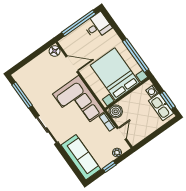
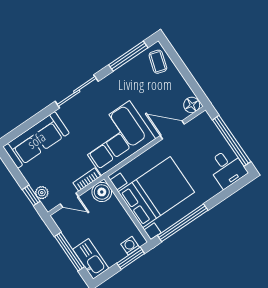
door: (72, 64) -> (172, 130), swing flipped
coffee table: (25, 75) -> (158, 62), added
window: (168, 100) -> (131, 258), moved
kitchen sink: (161, 107) -> (91, 259), moved, turned 90
window: (157, 133) -> (70, 252), added
window: (109, 167) -> (31, 195), moved

